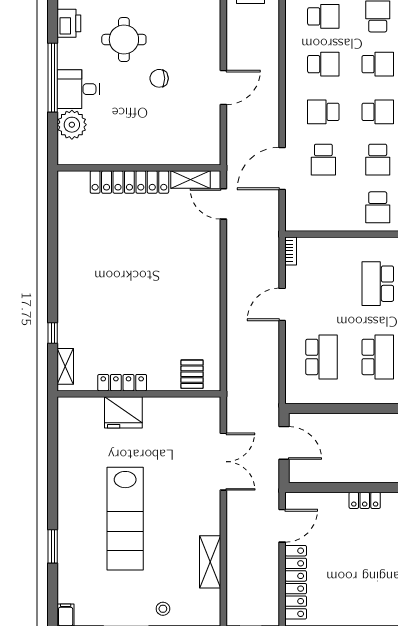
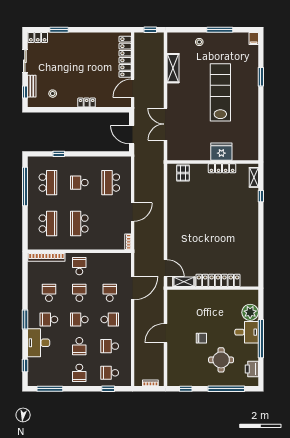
school desk: (378, 64) -> (79, 346), turned -90
school desk: (378, 284) -> (79, 224), turned 180
school desk: (378, 357) -> (79, 183), width x0.54

